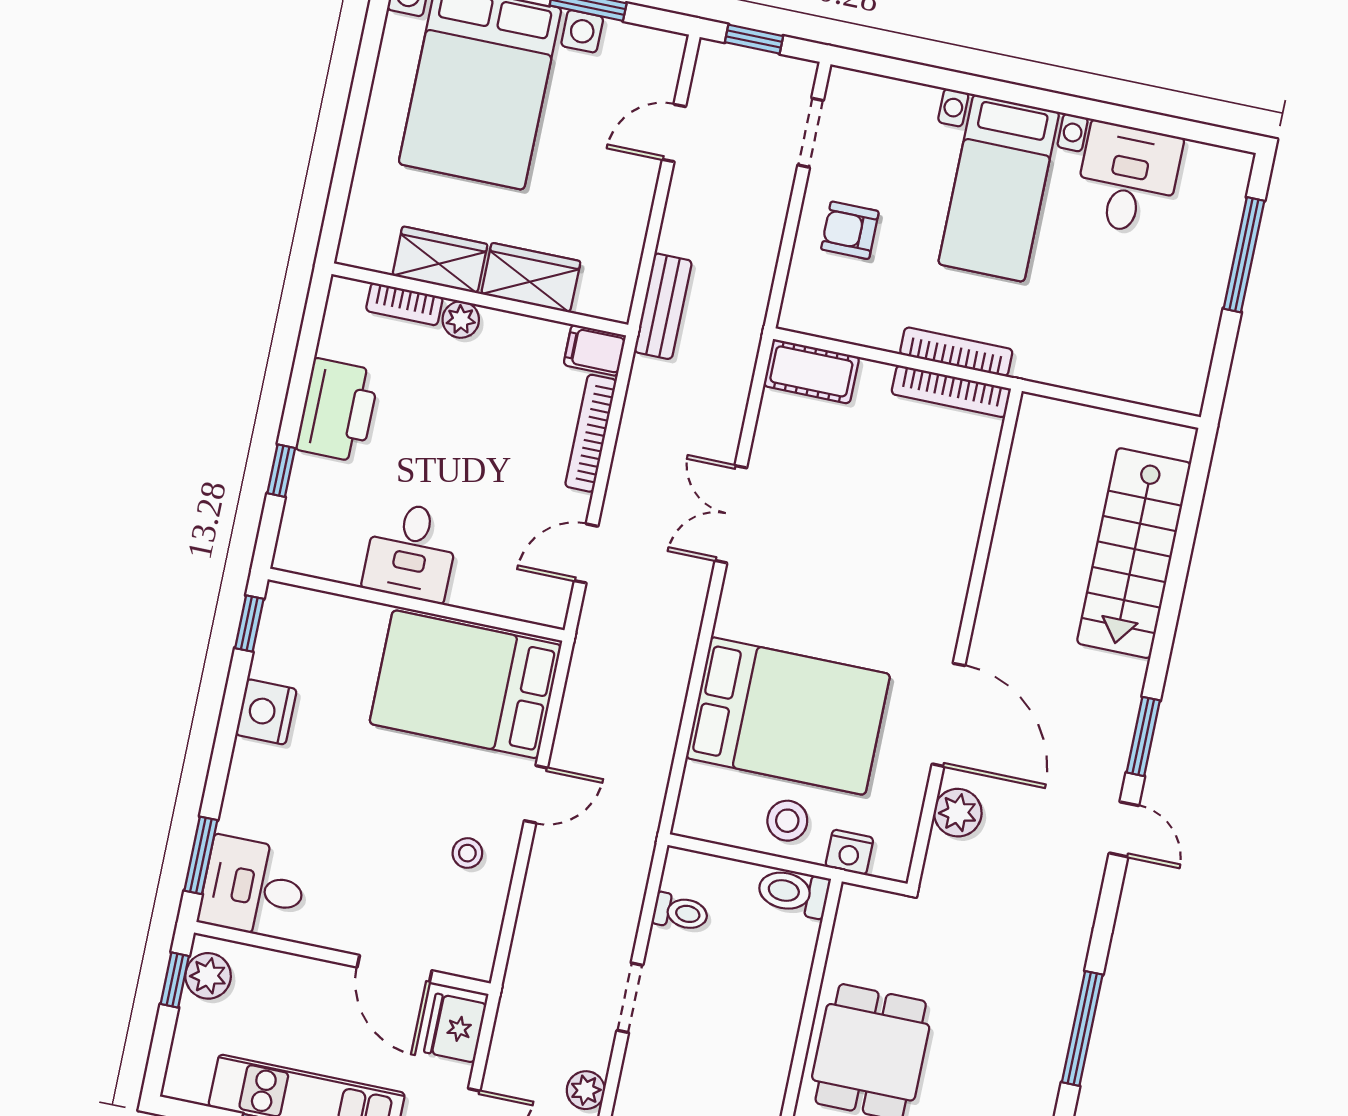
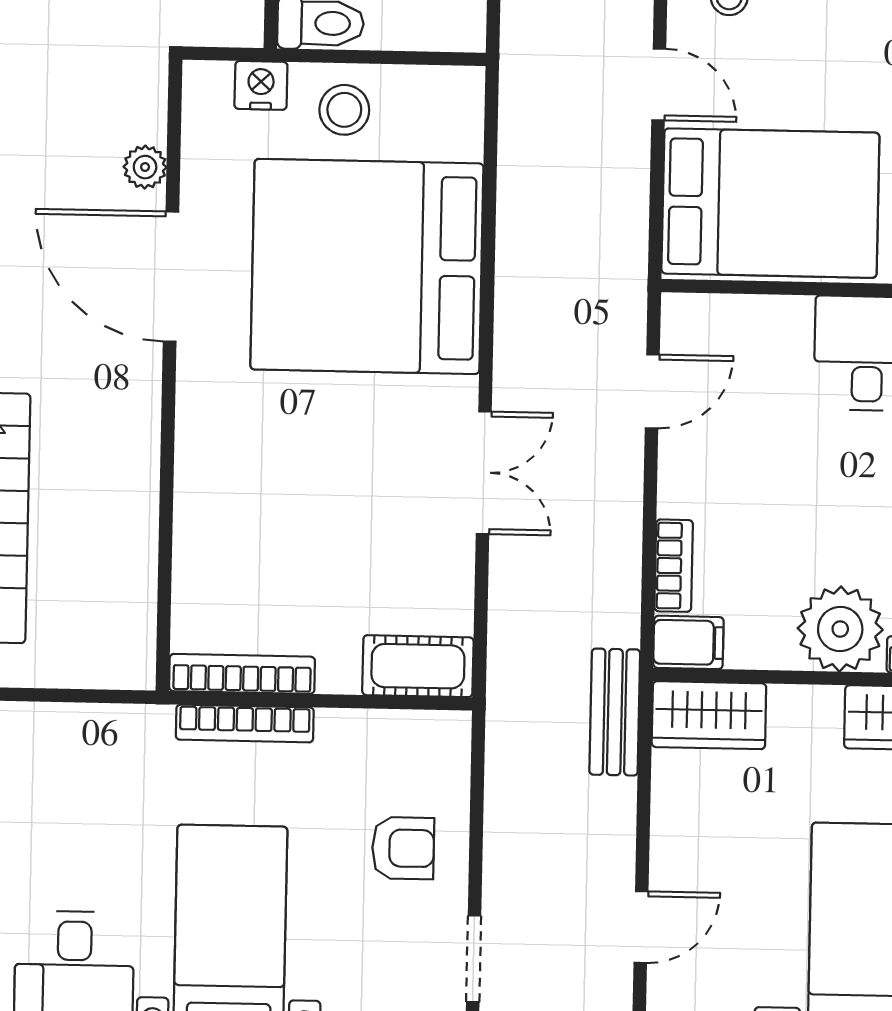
wardrobe: (531, 278) -> (709, 715), moved
plant: (461, 320) -> (840, 629), width x1.87, depth x1.87
bookcase: (591, 433) -> (674, 566), width x0.64
bed: (788, 716) -> (367, 266), width x1.36
door: (536, 794) -> (659, 85), swing flipped
plant: (958, 813) -> (145, 167), width x0.73, depth x0.73

